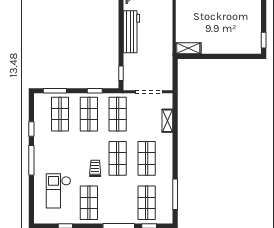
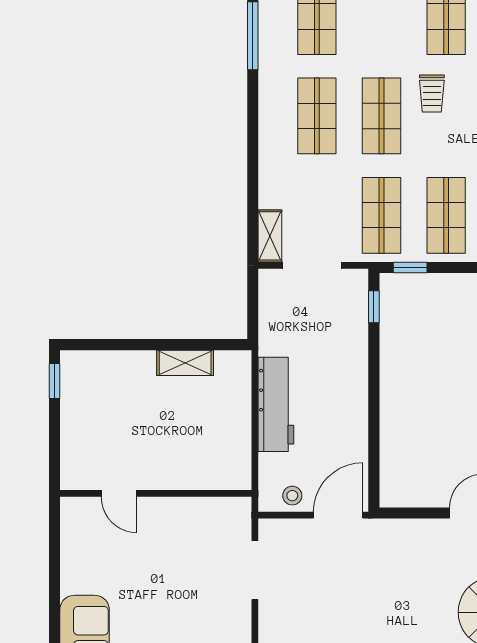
workbench: (131, 32) -> (276, 404), moved, turned 180
shelving: (188, 48) -> (185, 363), moved
window: (95, 91) -> (410, 267), moved
shelving: (167, 121) -> (270, 236), moved

